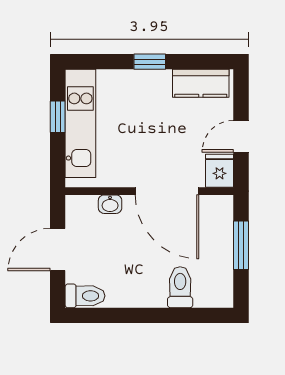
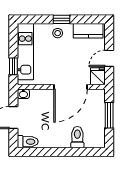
stool: (142, 88) -> (58, 33), added
window: (58, 117) -> (13, 66), moved
door: (167, 191) -> (71, 87), hinge flipped
washbasin: (110, 204) -> (23, 94), moved

